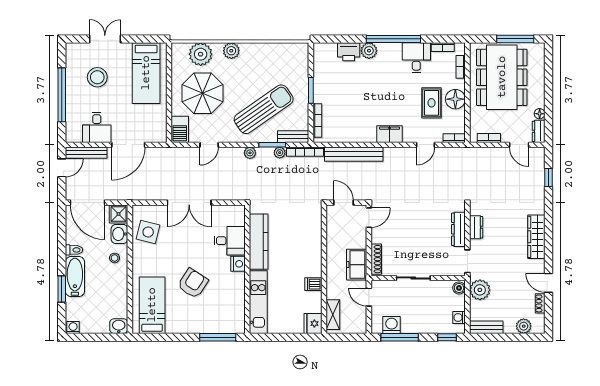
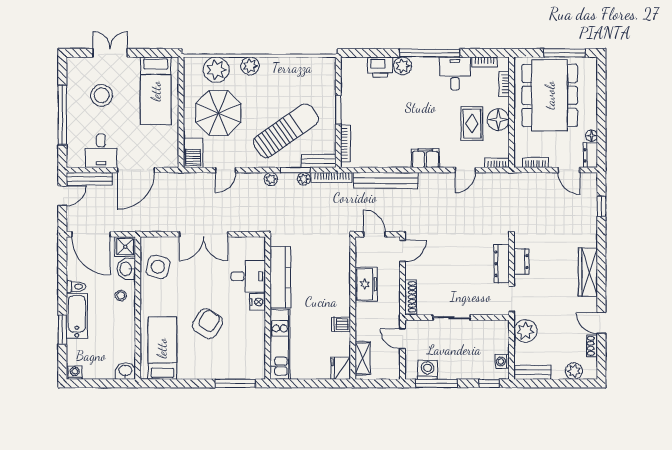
freezer: (357, 265) -> (366, 284), moved, turned 180
boiler: (459, 288) -> (502, 329), removed

